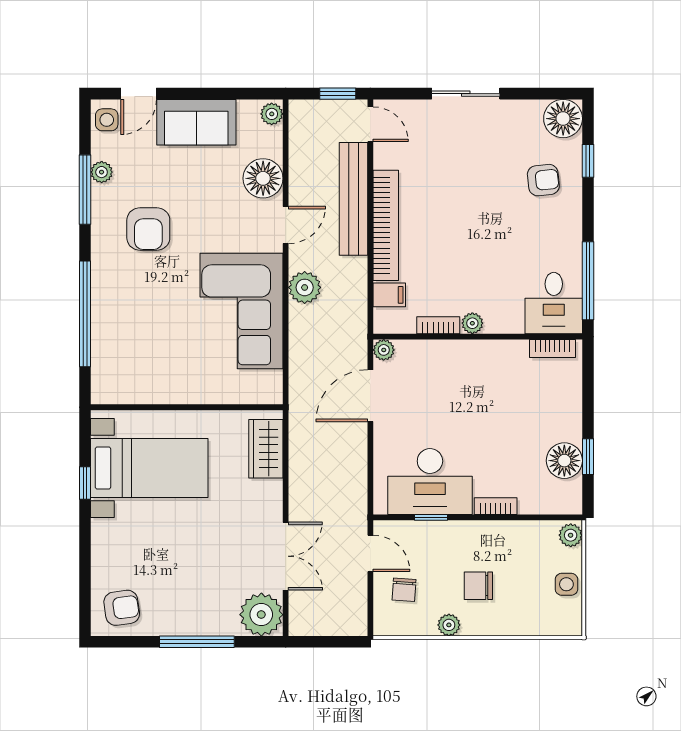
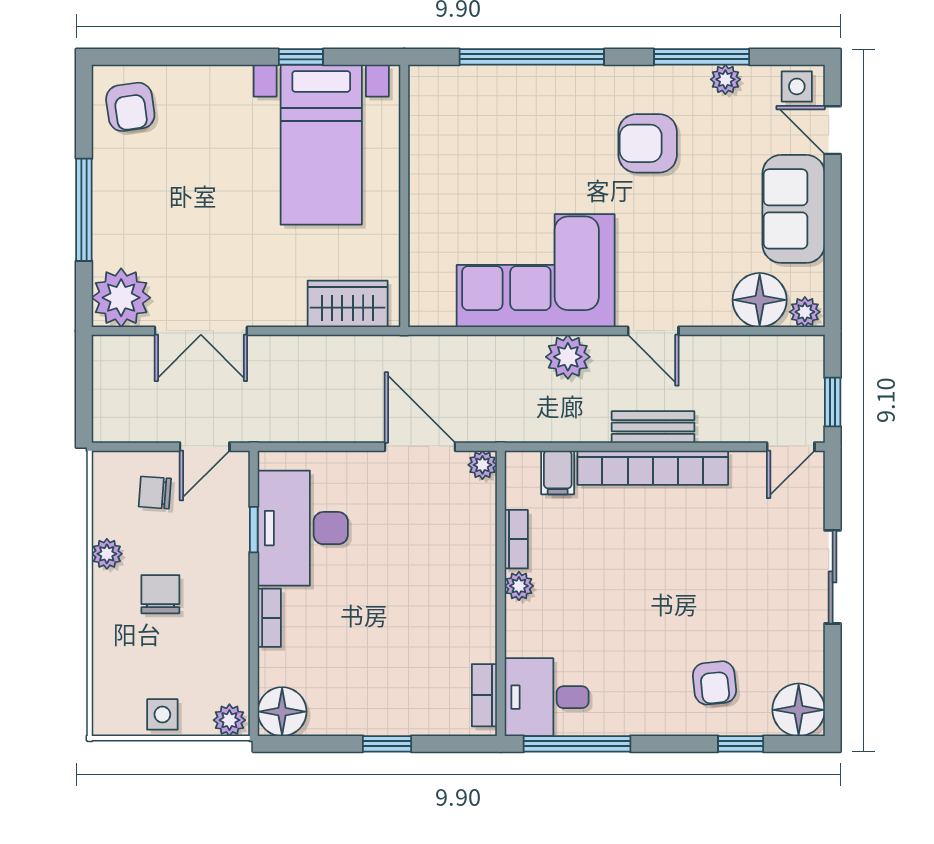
floor lamp: (263, 178) -> (760, 300), moved
bench: (354, 199) -> (653, 427), width x0.54, depth x0.82
window: (588, 457) -> (387, 744), moved
floor lamp: (564, 461) -> (282, 712), moved

